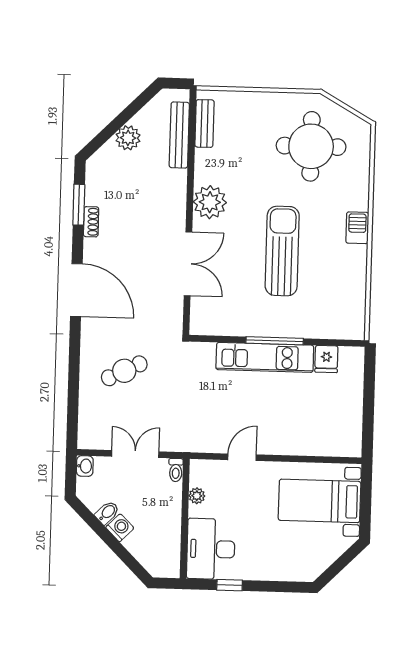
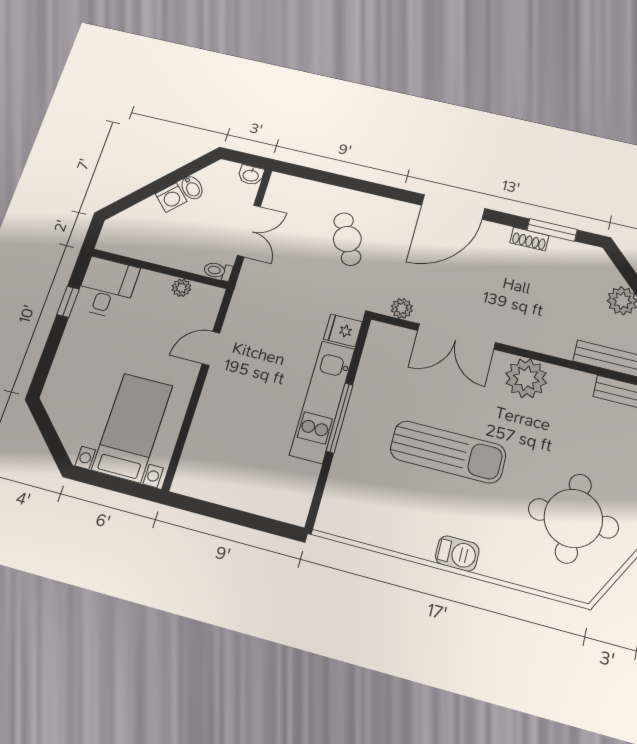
plant: (174, 313) -> (402, 308), added
fridge: (326, 359) -> (343, 330), moved
door: (242, 457) -> (211, 348), swing flipped
desk: (211, 549) -> (107, 288), width x0.73

